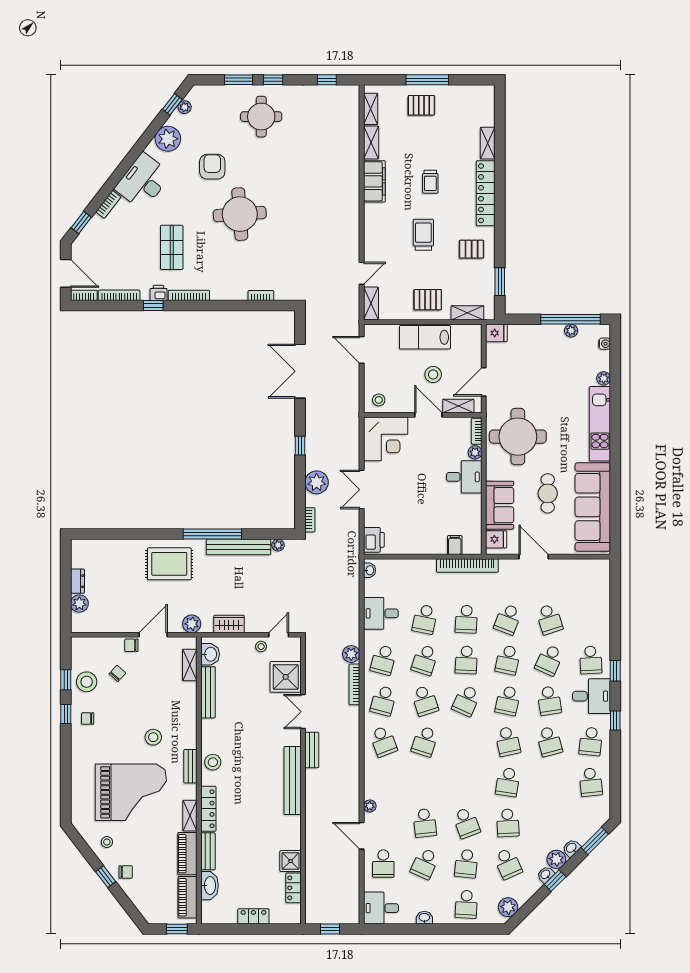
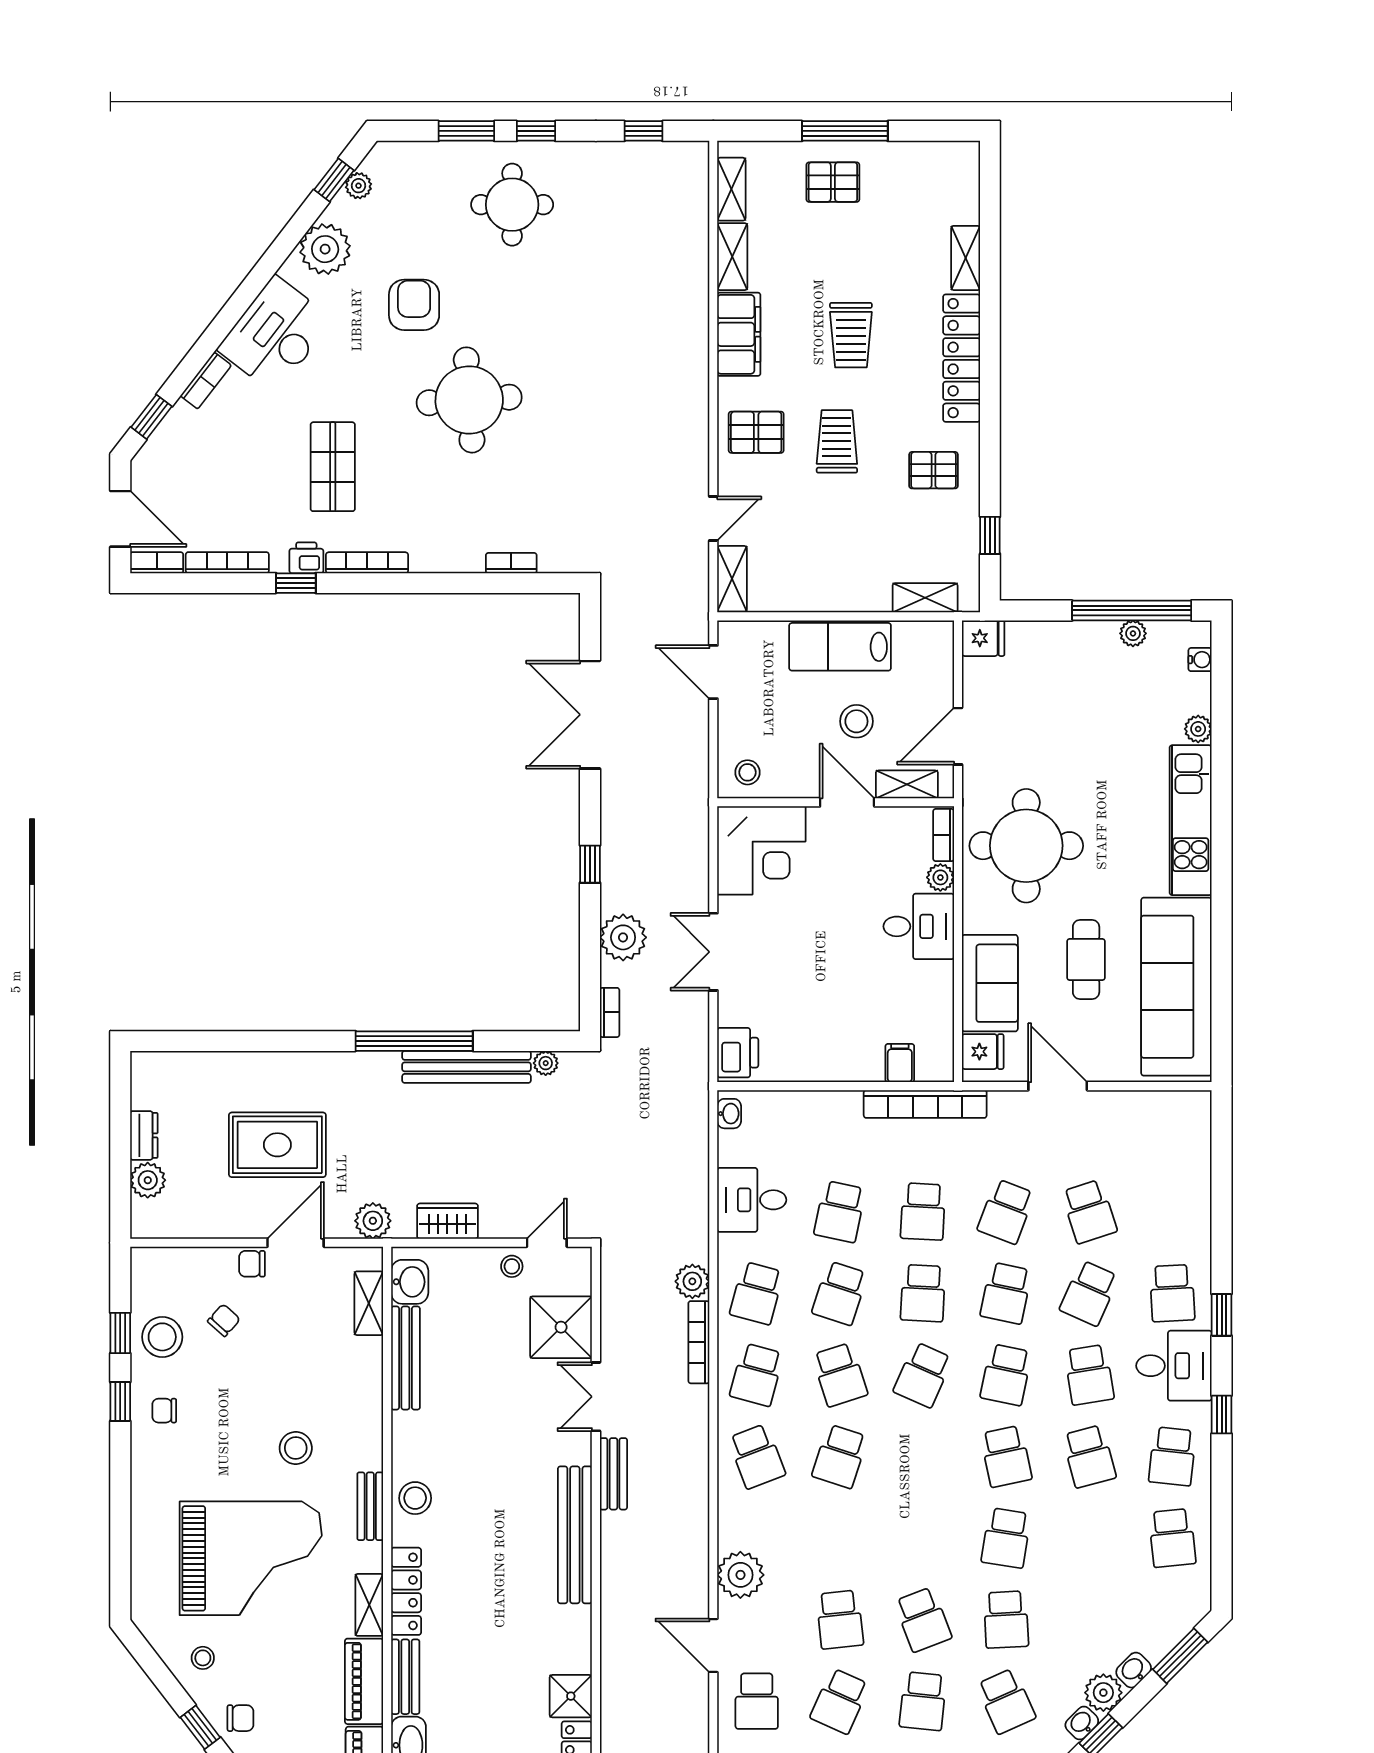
trolley: (430, 182) -> (851, 335), width x1.36, depth x1.39
window: (500, 282) -> (990, 535), width x0.67
pallet: (428, 300) -> (756, 432), moved
rug: (169, 564) -> (277, 1145), moved
plant: (370, 806) -> (740, 1575), width x1.88, depth x1.88

